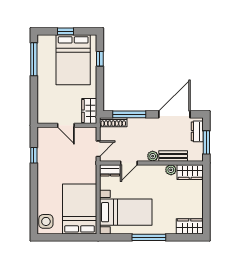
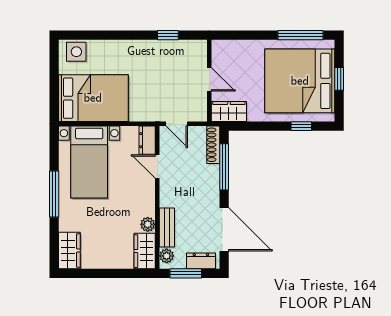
bed: (73, 60) -> (300, 81), width x1.36
door: (66, 125) -> (209, 79), swing flipped
plant: (153, 156) -> (167, 256), moved

